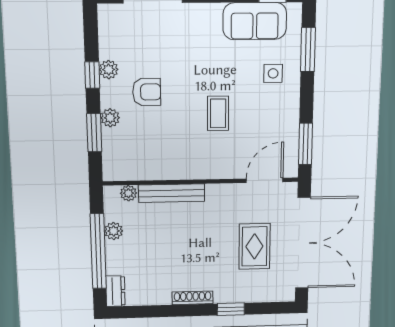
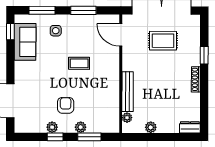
window: (305, 144) -> (83, 10), moved
window: (98, 251) -> (164, 137), removed

